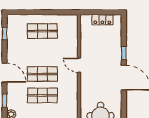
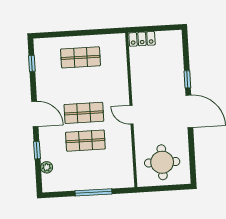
locker: (102, 20) -> (142, 39), moved
door: (79, 65) -> (132, 115), moved

